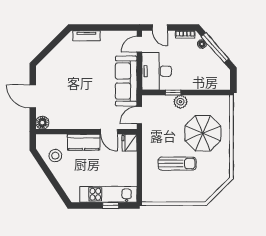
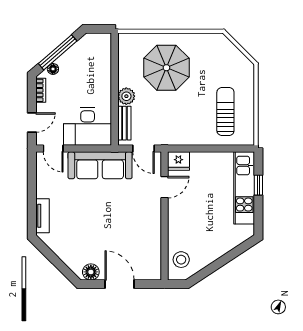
window: (173, 93) -> (115, 105), removed
door: (33, 96) -> (120, 284), swing flipped
bench: (159, 100) -> (124, 123), added
floor lamp: (42, 123) -> (91, 272), moved
kitchen counter: (84, 142) -> (178, 219), removed
stool: (55, 156) -> (181, 260), moved
sun lounger: (177, 164) -> (225, 111), moved

